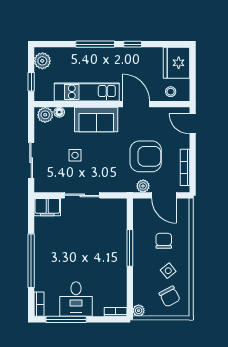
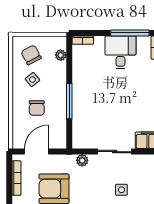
plant: (143, 186) -> (82, 160), moved
door: (164, 195) -> (37, 152), hinge flipped
plant: (139, 311) -> (61, 55), moved

